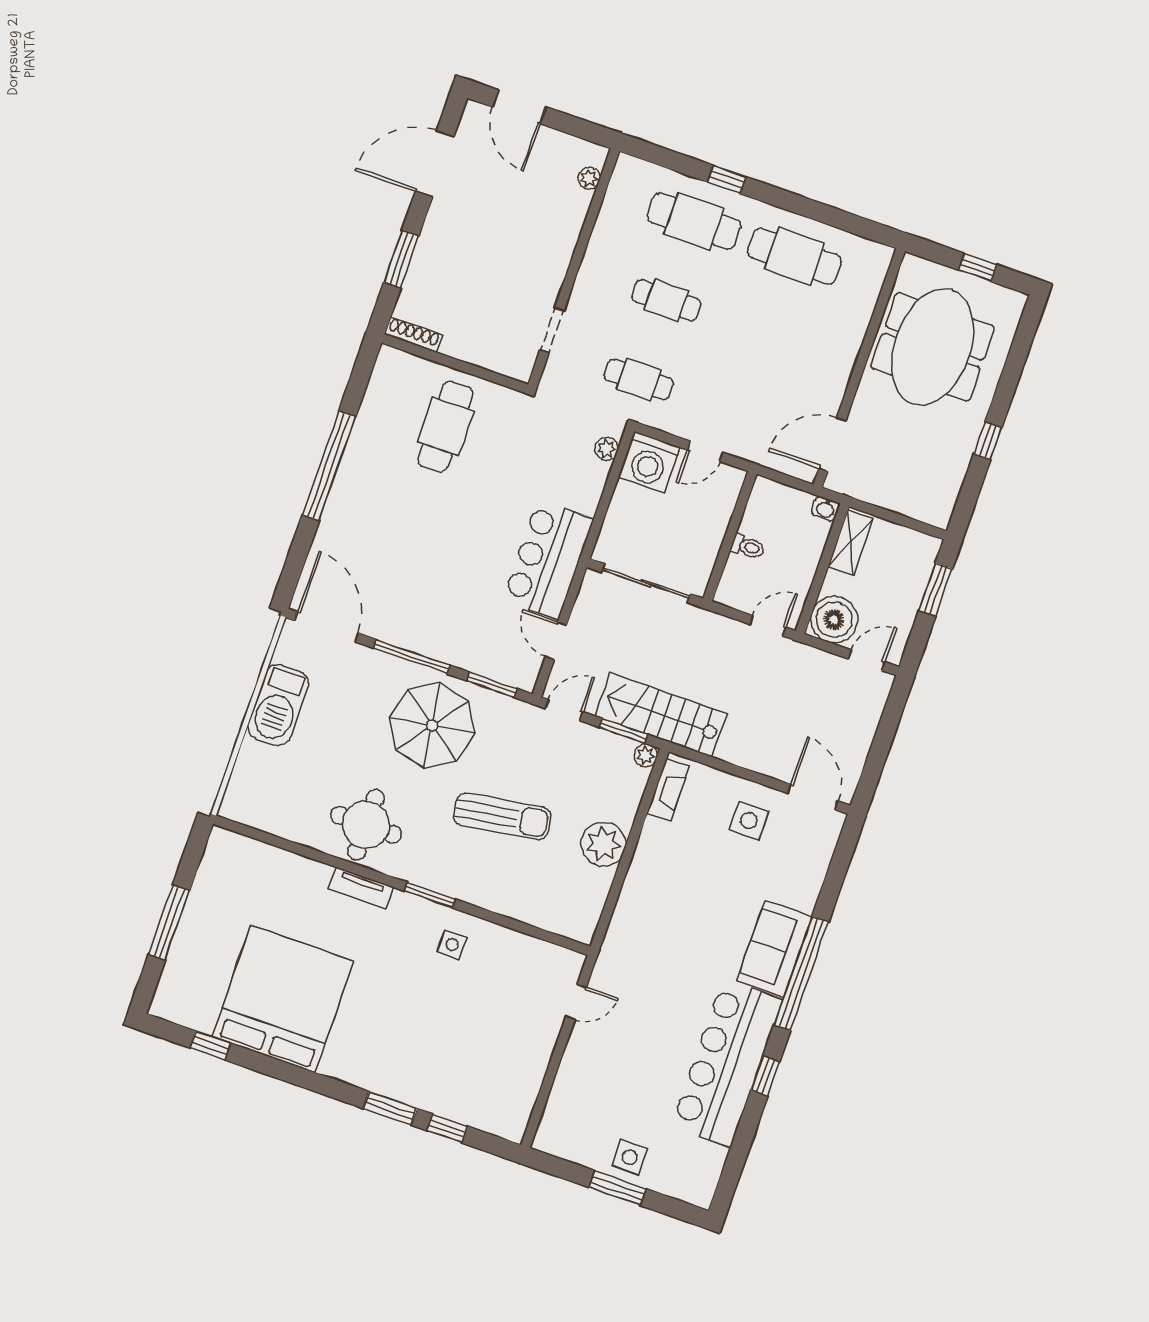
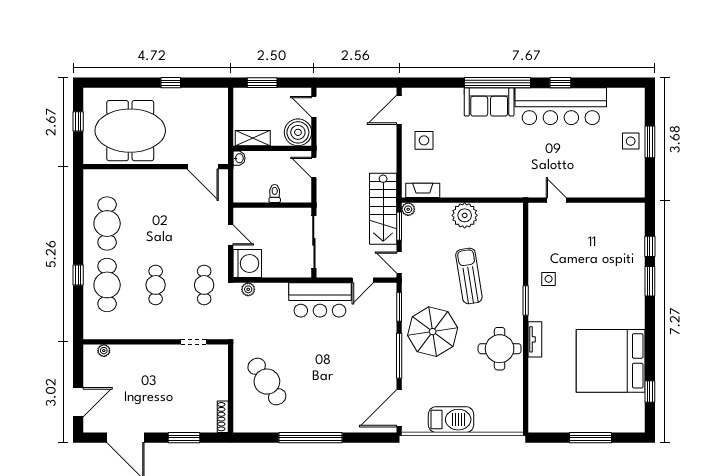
cafe table: (445, 427) -> (267, 382), turned 56

